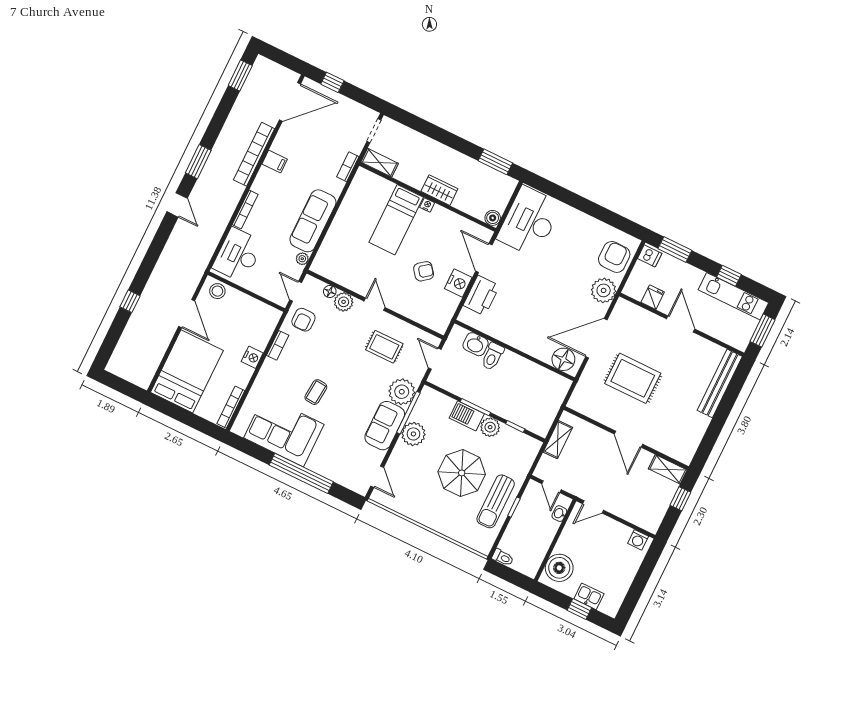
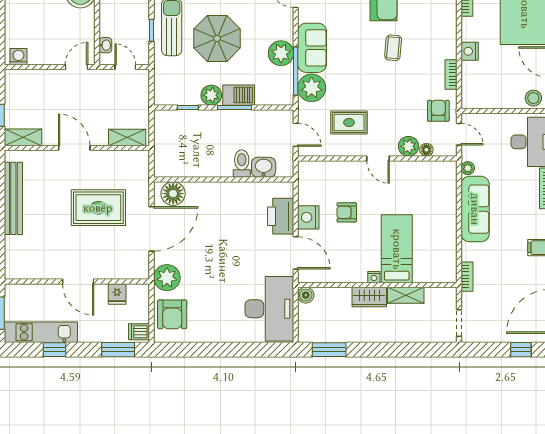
shelving: (380, 163) -> (406, 295), moved
armchair: (424, 271) -> (347, 212), turned 38
bench: (720, 383) -> (13, 198), moved
shelving: (558, 440) -> (127, 137), moved, turned 90

